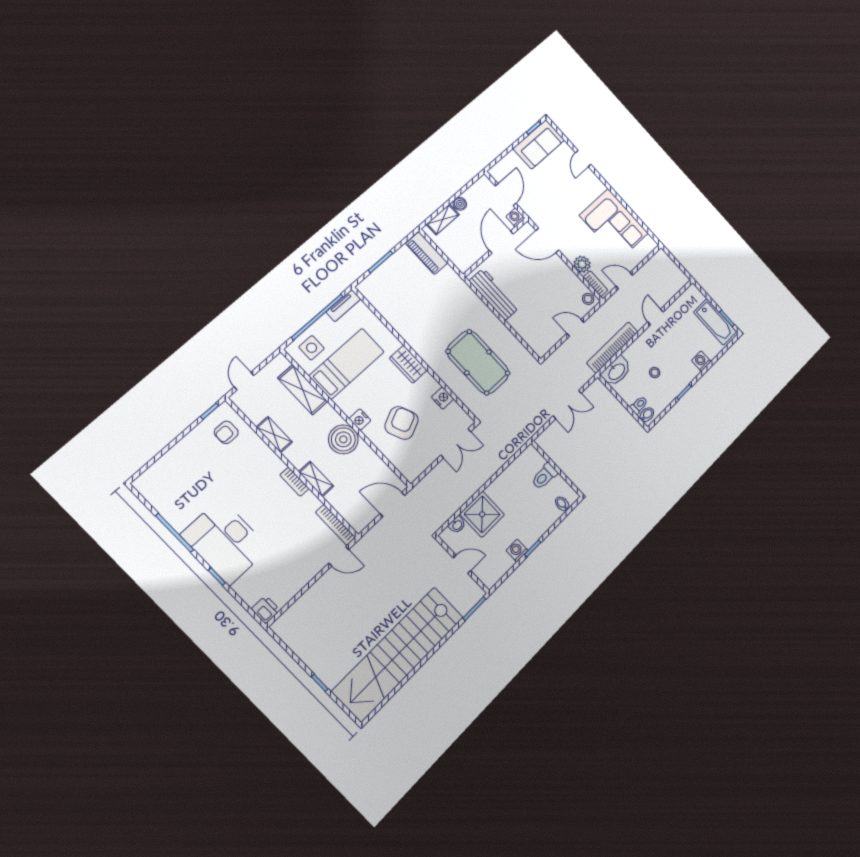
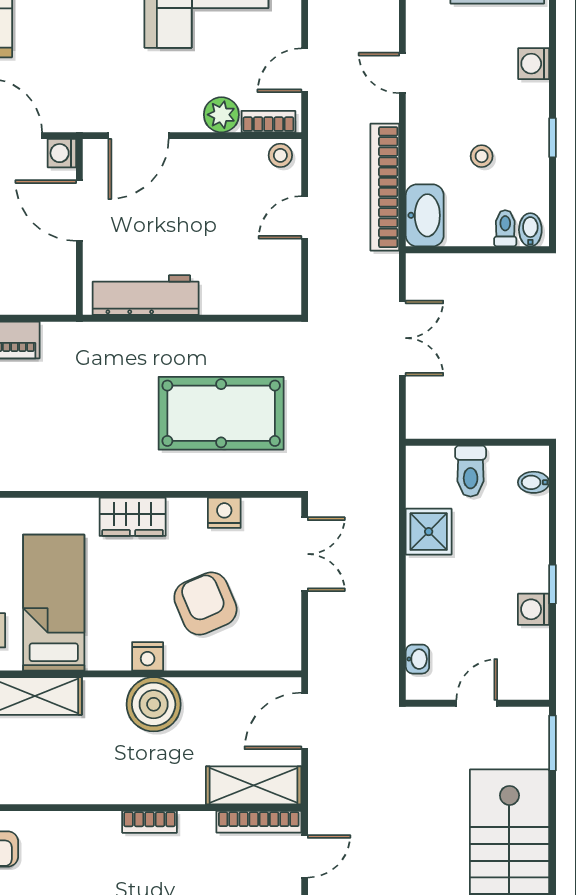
shelving: (274, 435) -> (61, 790), removed
shelving: (316, 479) -> (254, 785), moved, width x1.50, depth x1.33
shower: (482, 514) -> (429, 532), moved, width x0.73, depth x0.73

